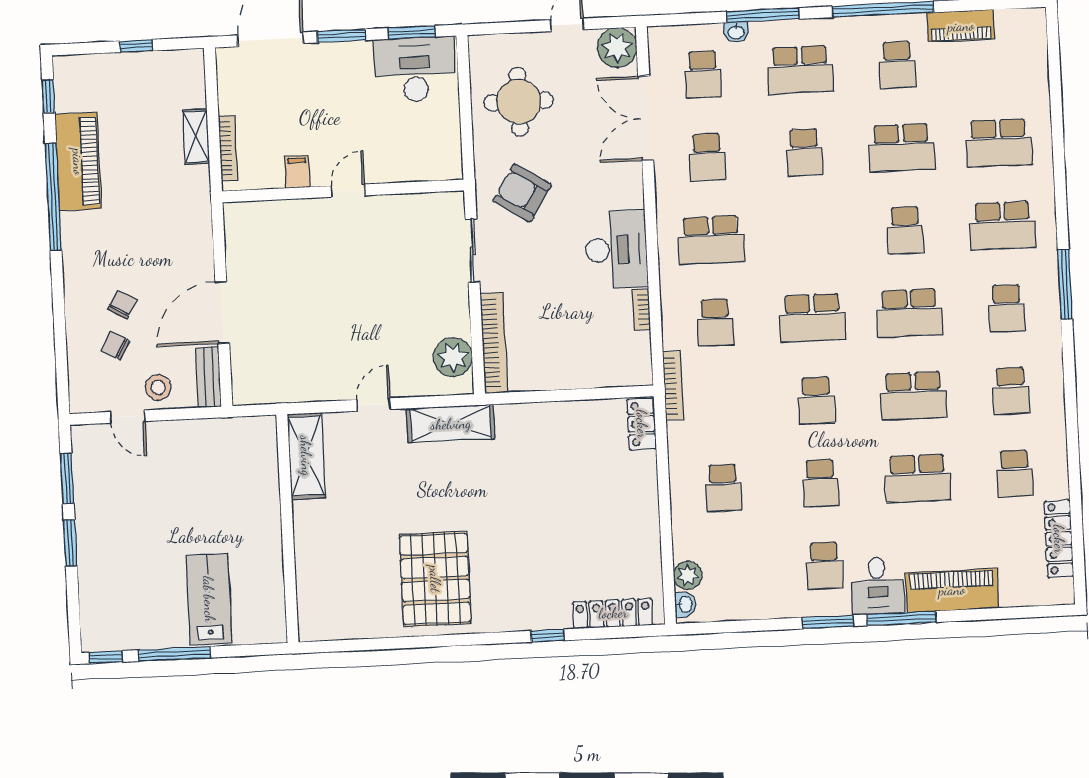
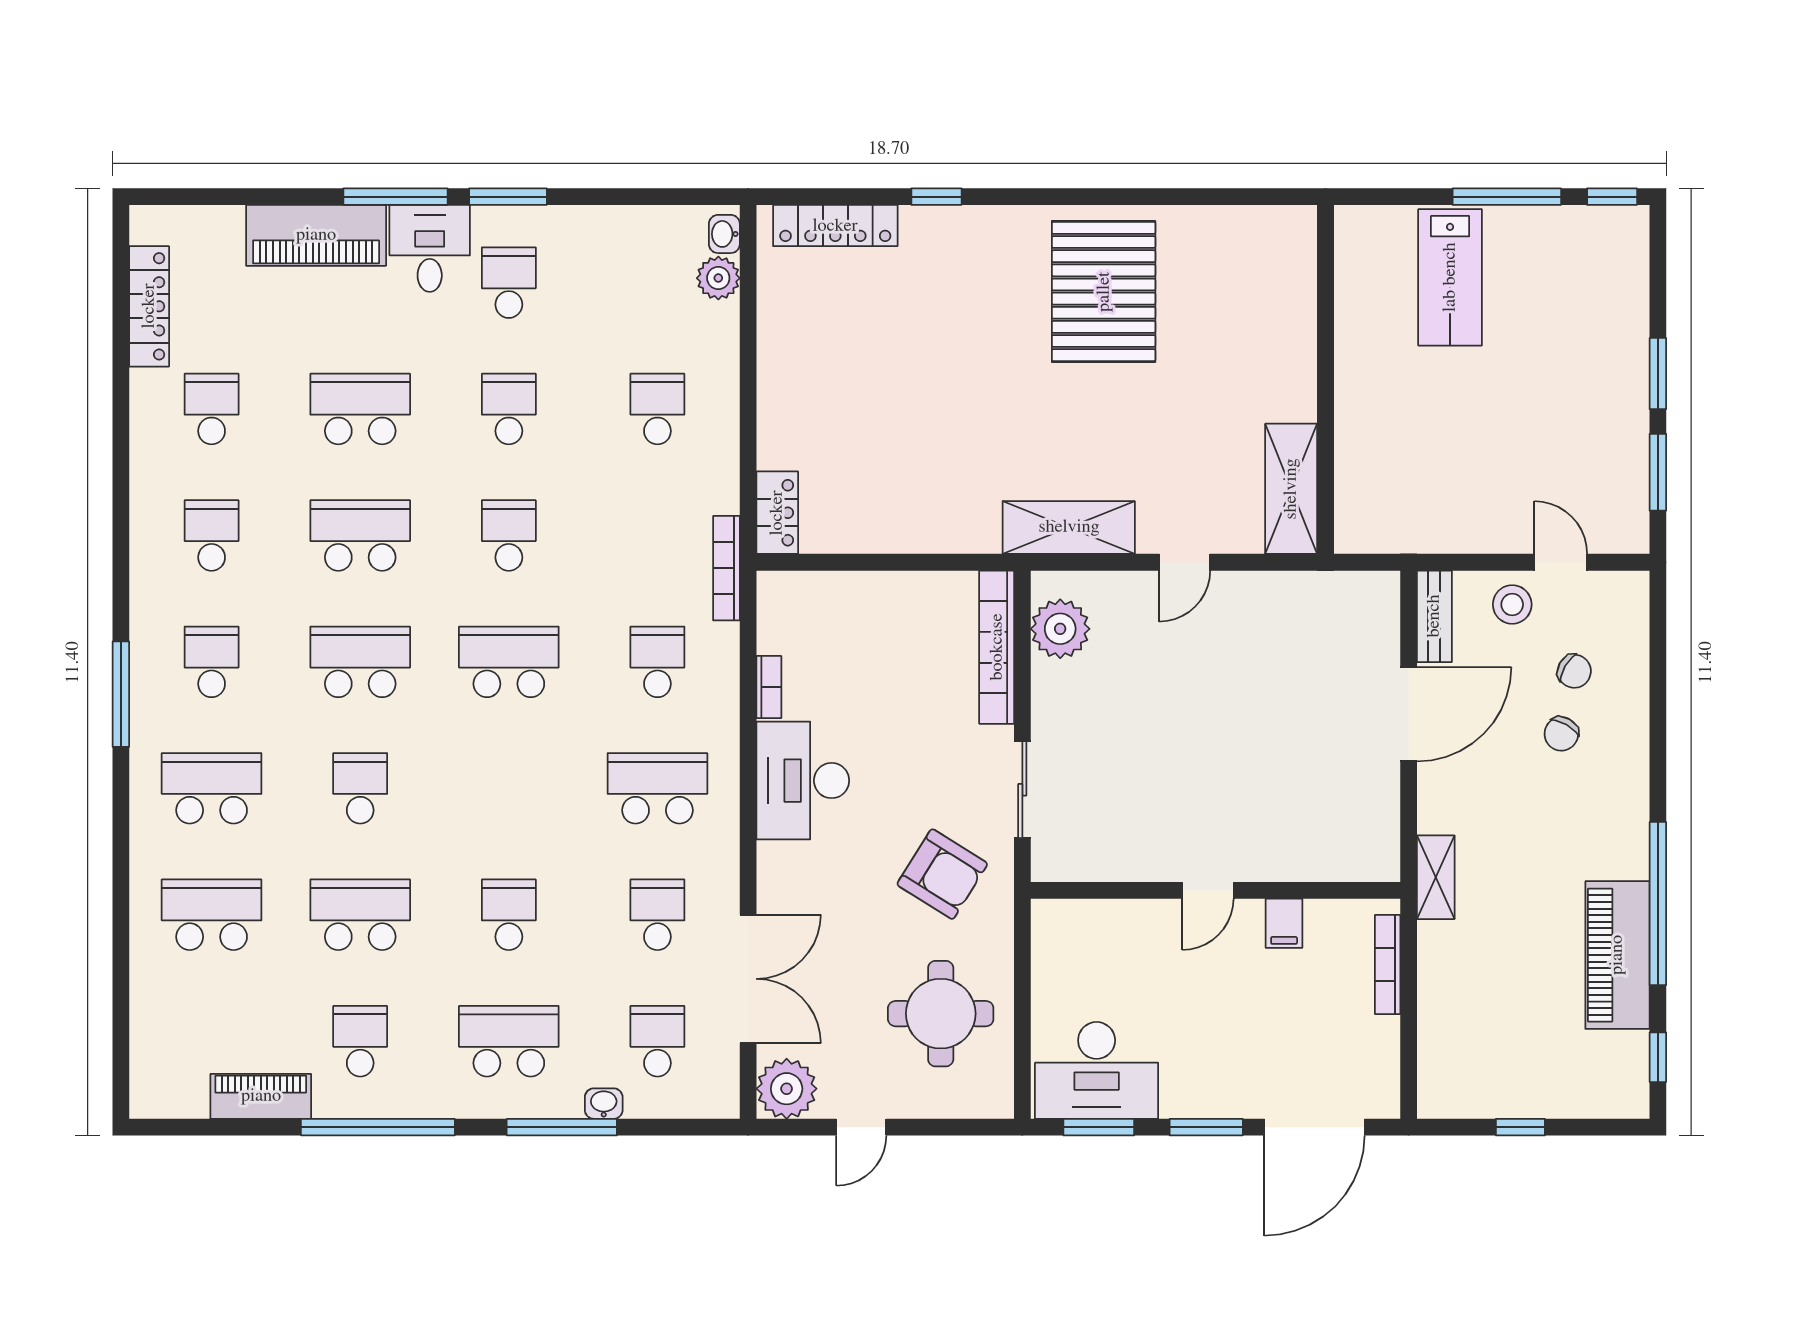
shelving: (196, 137) -> (1436, 877), moved

